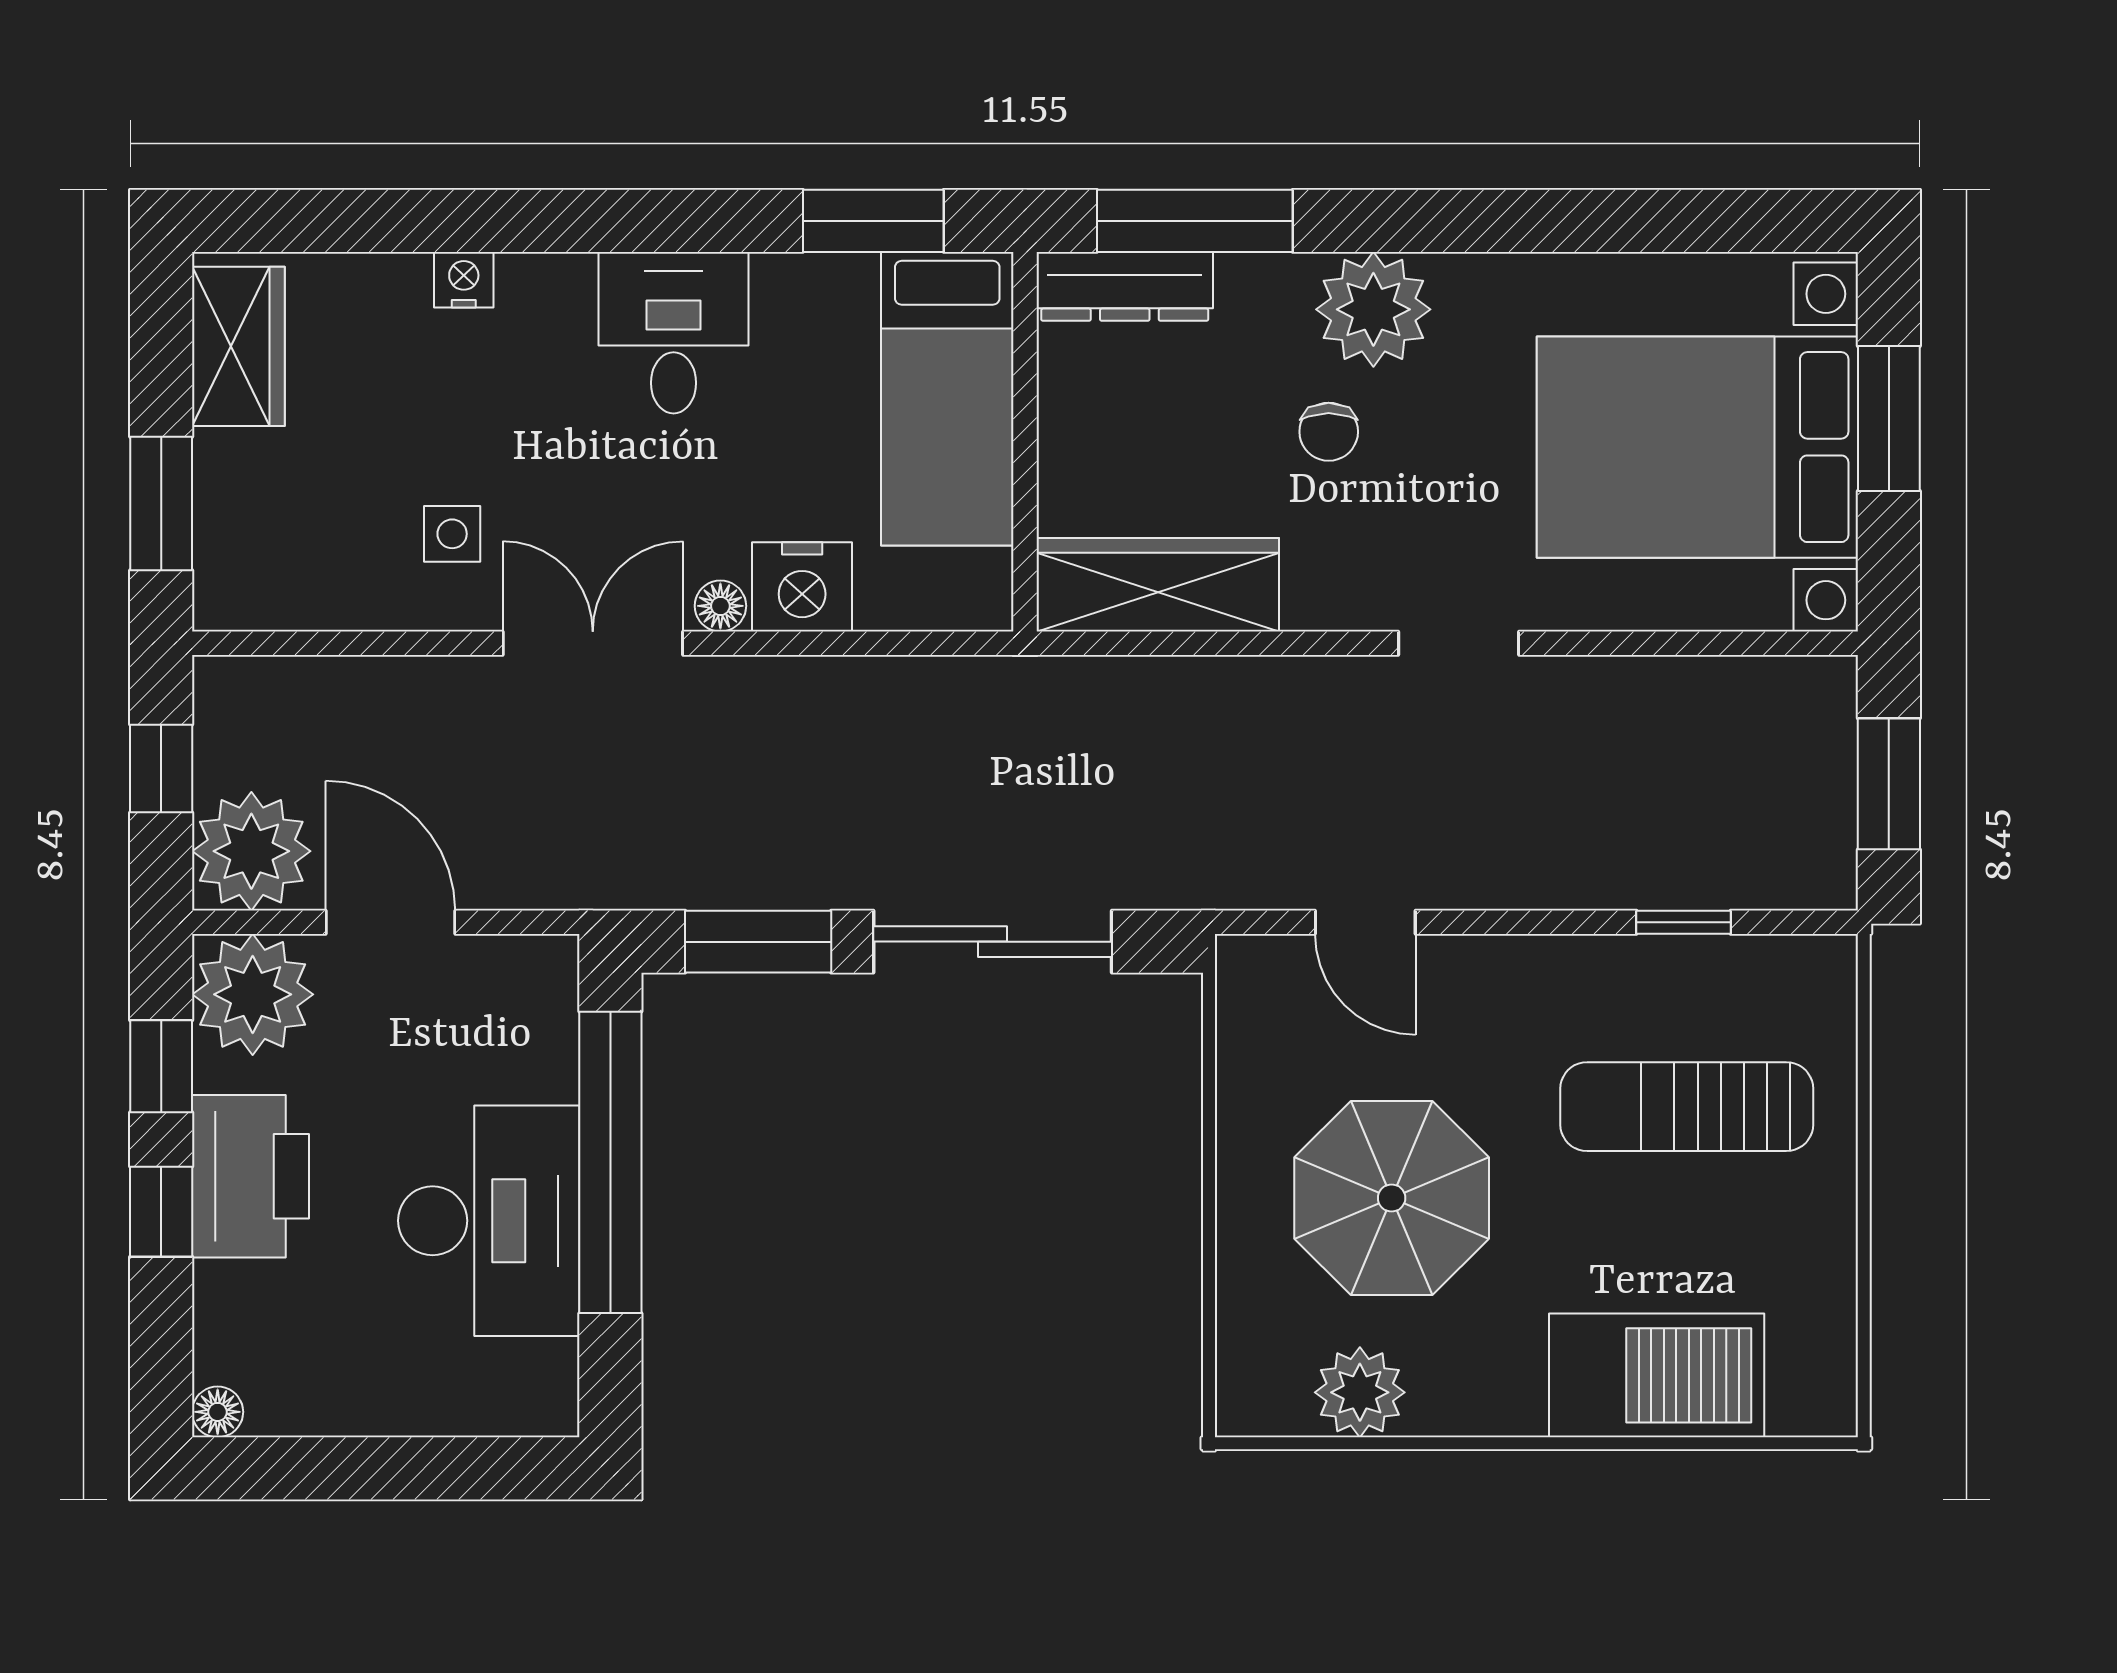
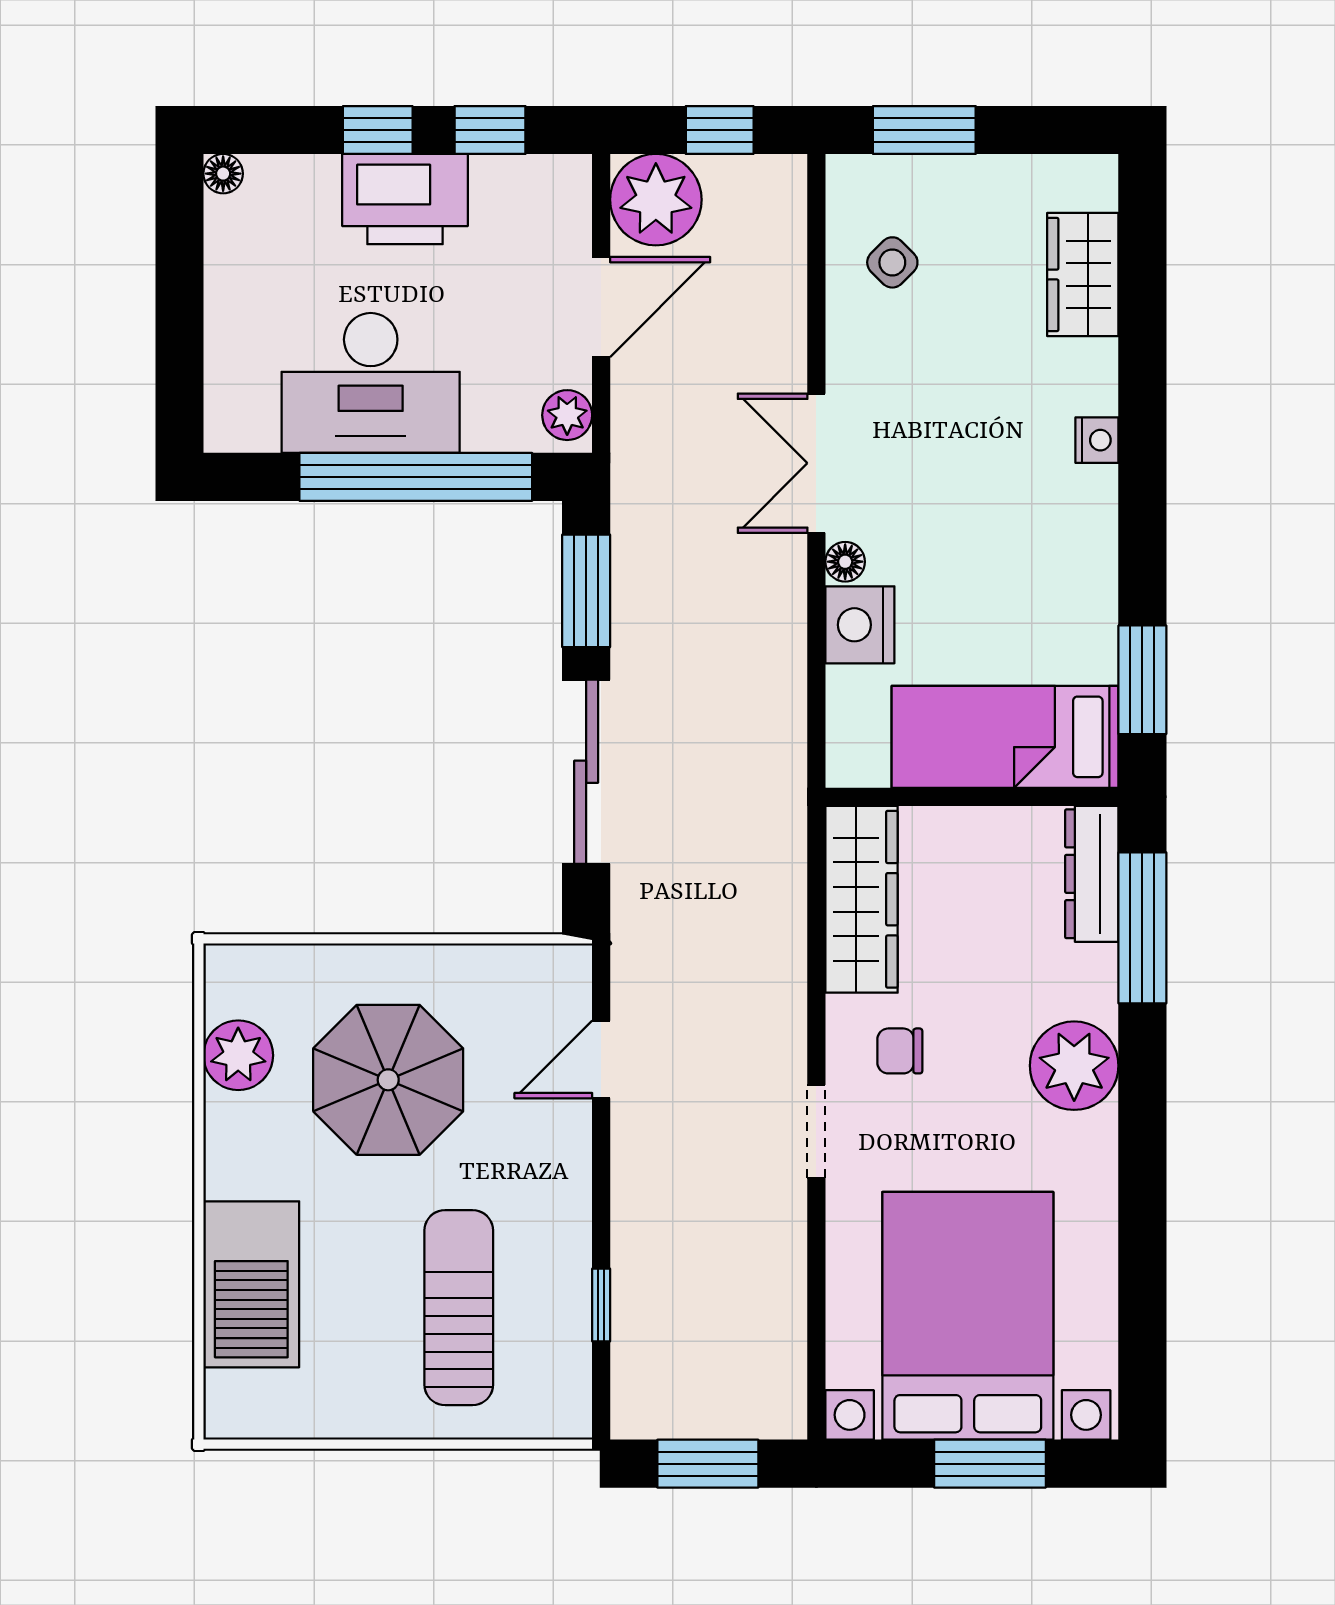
nightstand: (464, 280) -> (1097, 440), moved
desk: (674, 333) -> (1056, 526), removed
wardrobe: (238, 346) -> (1083, 275), moved, turned 90
chair: (1329, 432) -> (900, 1051), moved
side table: (452, 534) -> (892, 262), moved, turned 45
double door: (593, 643) -> (816, 463), swing flipped
plant: (253, 994) -> (567, 415), moved, width x0.53, depth x0.53

